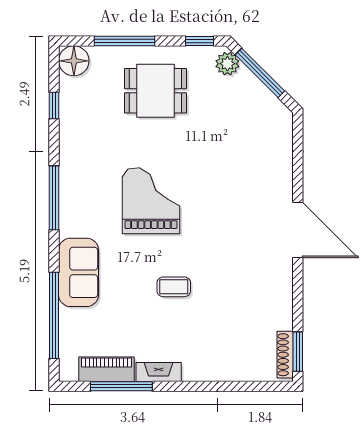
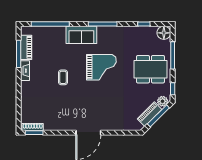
dining table: (155, 91) -> (150, 69), width x1.38
piano: (256, 93) -> (150, 114), added
sofa: (79, 272) -> (81, 35), moved

